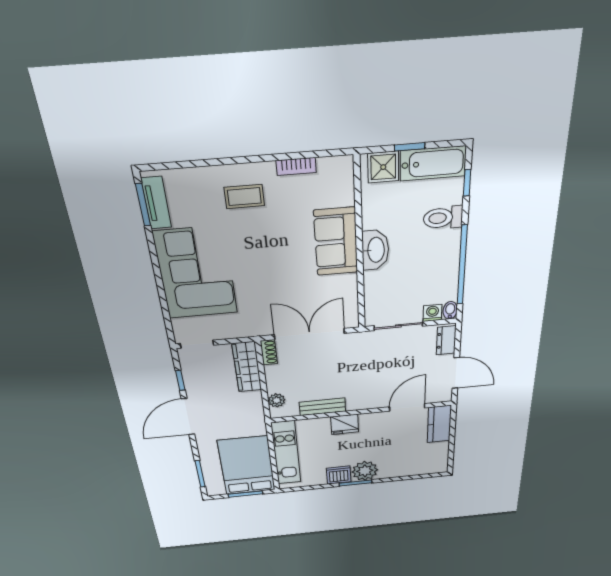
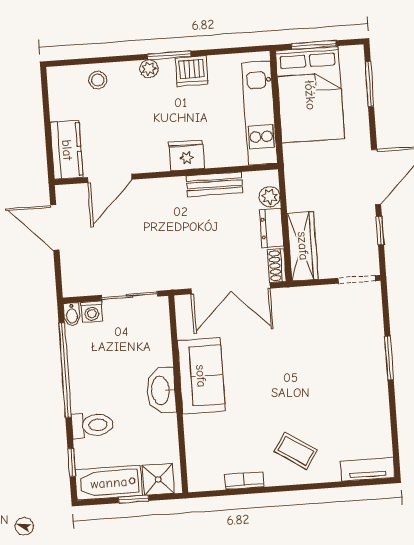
coffee table: (244, 197) -> (296, 451), turned 33
tv unit: (156, 203) -> (368, 469), moved, turned 90
window: (143, 205) -> (389, 358), moved
sofa: (336, 242) -> (201, 376), moved
corner sofa: (196, 273) -> (350, 368), removed
dresser: (446, 340) -> (271, 228), moved, turned 180
stool: (410, 467) -> (98, 80), added
plant: (365, 471) -> (149, 69), width x0.53, depth x0.53

